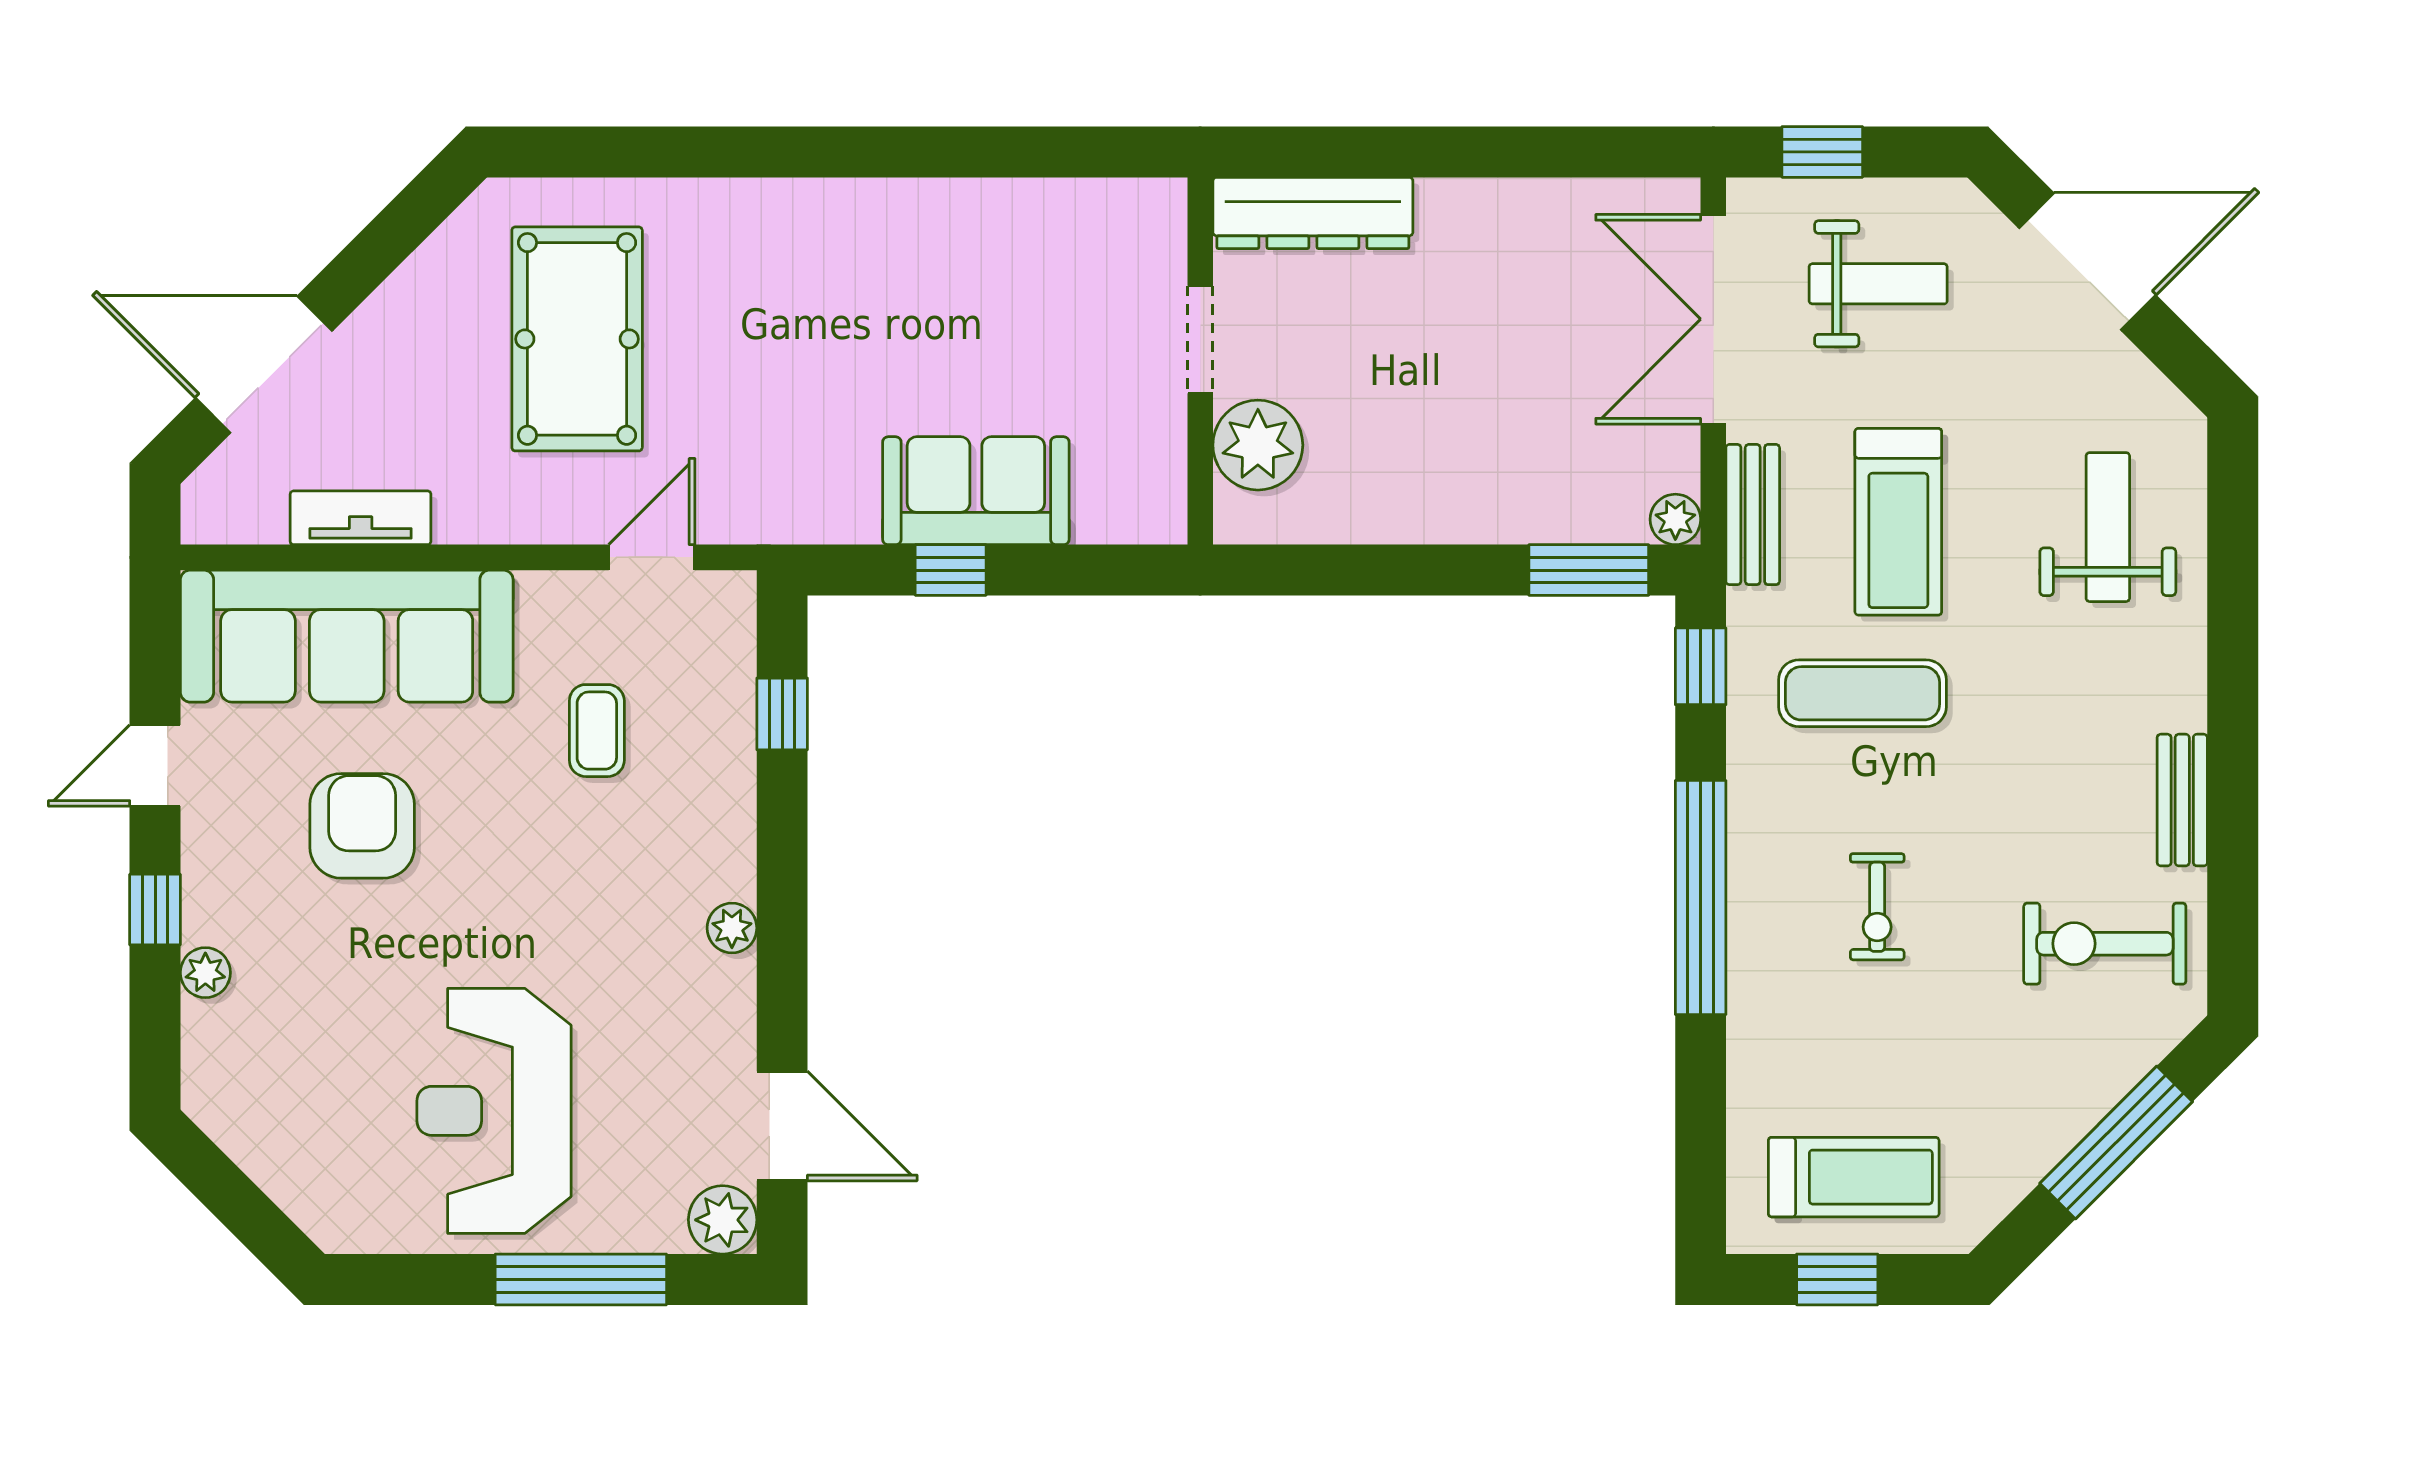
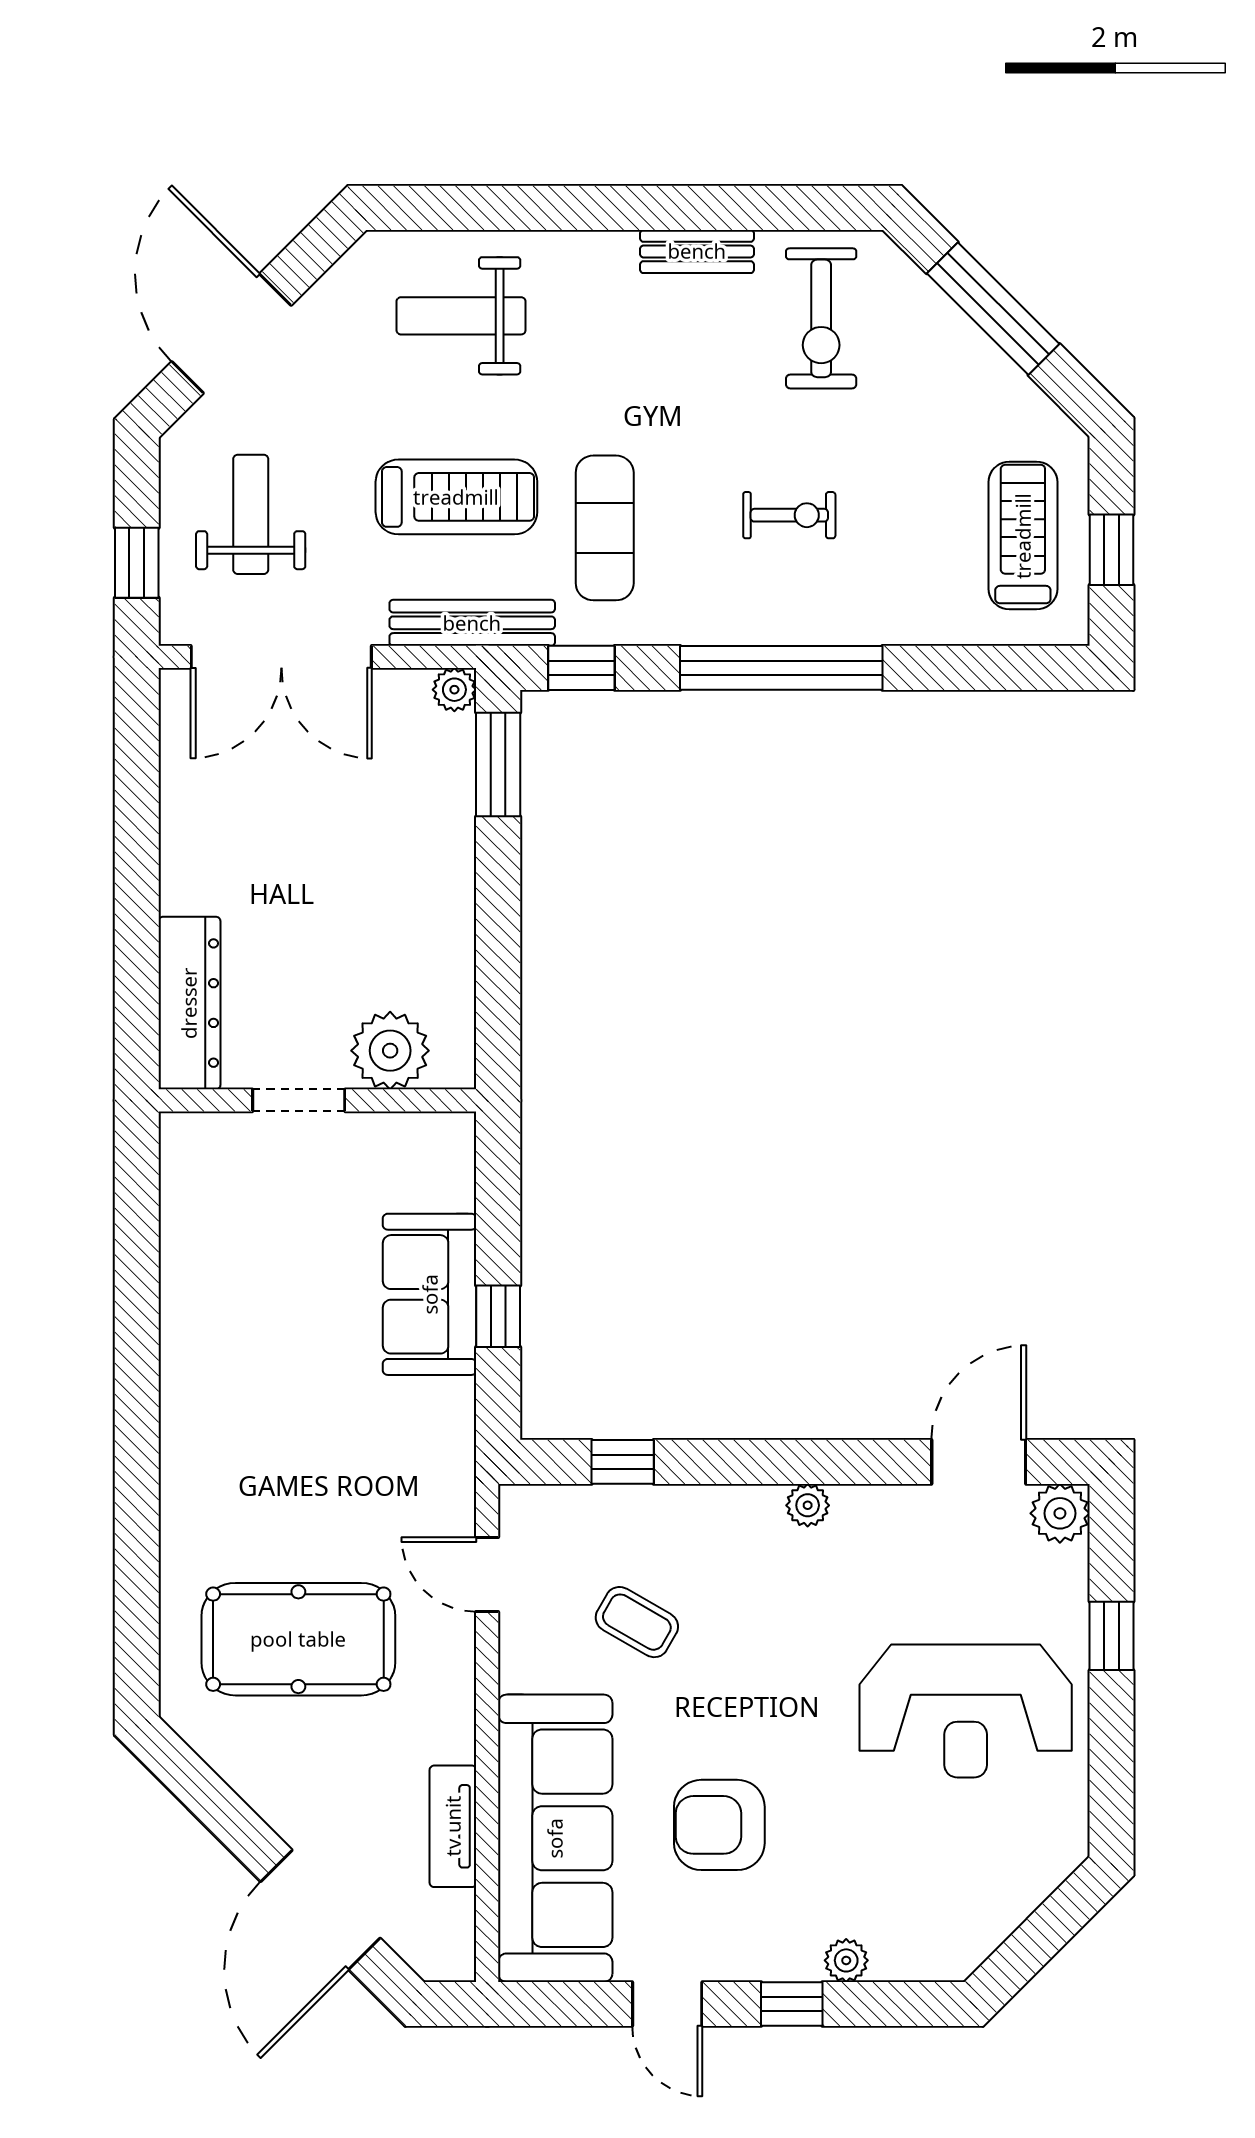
bench: (1753, 515) -> (472, 623), width x1.36
coffee table: (597, 731) -> (637, 1622), turned 30
window: (581, 1279) -> (1111, 1636), width x0.46

